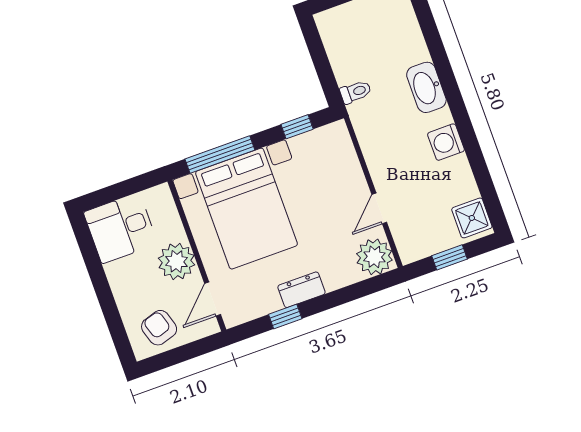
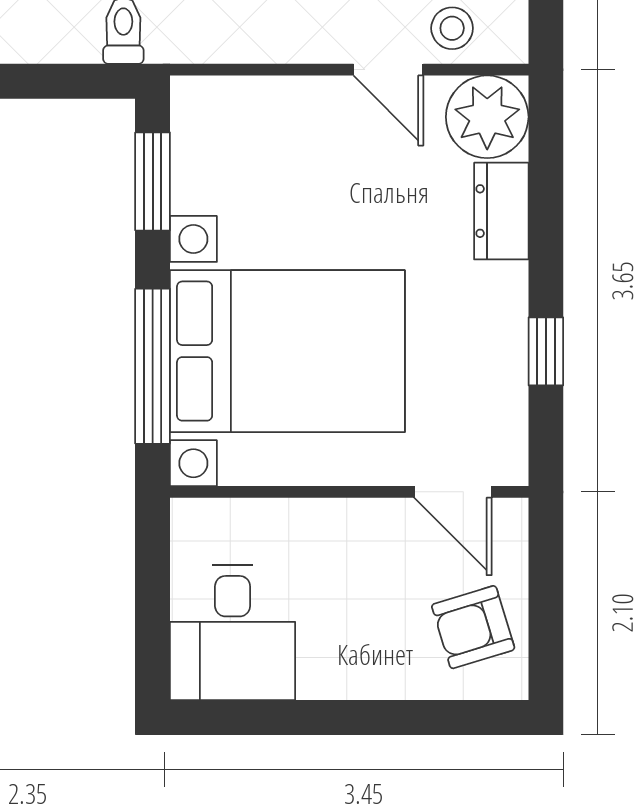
window: (297, 127) -> (153, 181), width x1.50
stool: (406, 229) -> (452, 28), added
plant: (177, 261) -> (346, 540), removed
dresser: (301, 290) -> (501, 211), moved

